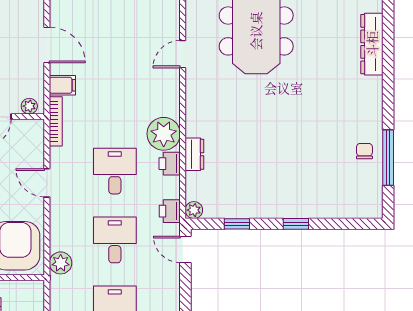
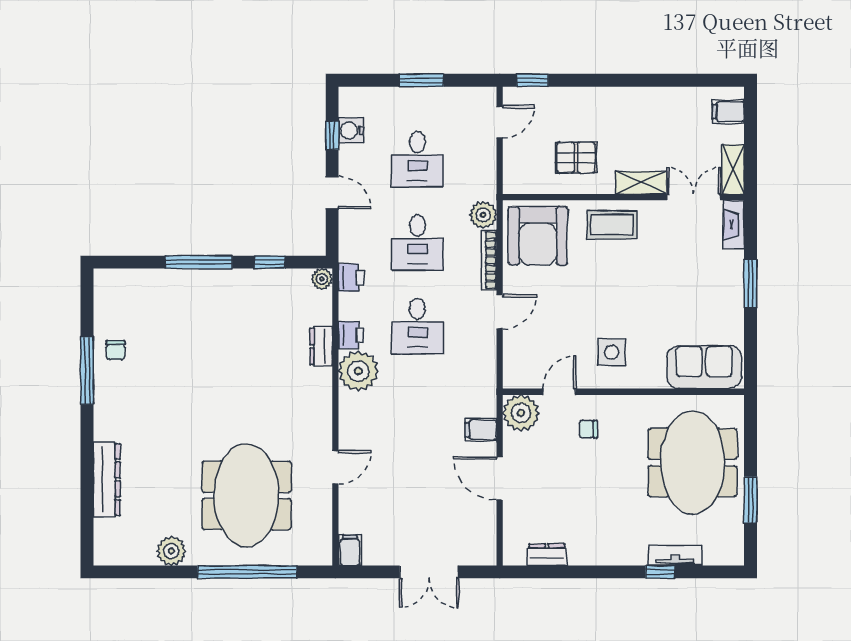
plant: (29, 106) -> (521, 413), width x1.88, depth x1.88
bookcase: (56, 121) -> (489, 260), moved
window: (388, 158) -> (87, 370), moved
door: (47, 183) -> (500, 312), hinge flipped
window: (296, 224) -> (199, 262), width x2.17
door: (185, 250) -> (332, 192), moved

